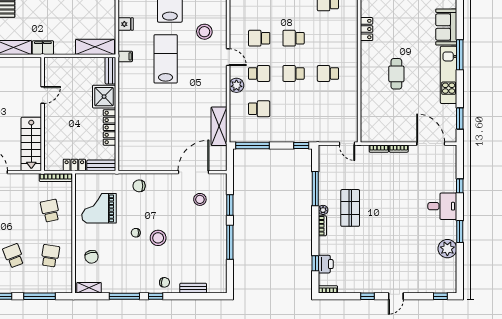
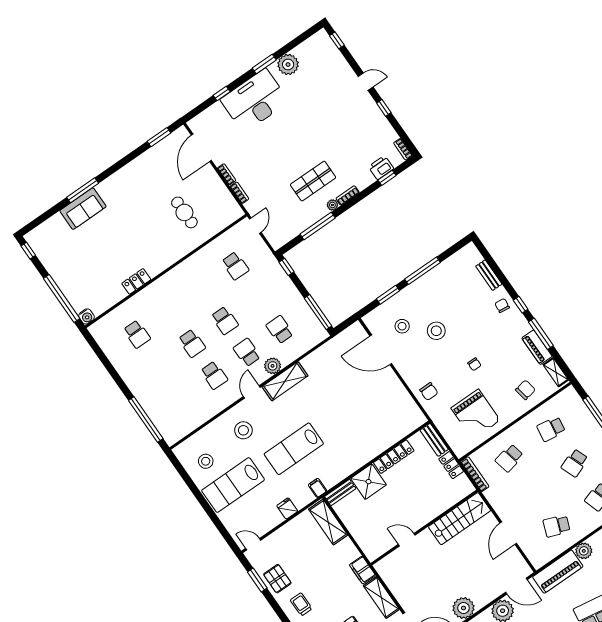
window: (460, 55) -> (83, 190), moved
school desk: (328, 73) -> (235, 266), moved
cafe table: (396, 74) -> (184, 212), moved, turned 90
kitchen unit: (449, 75) -> (126, 176), removed
shelving: (219, 126) -> (285, 381), moved
desk: (442, 206) -> (255, 101), width x1.87, depth x1.30
stool: (158, 238) -> (436, 331), moved
piano: (117, 287) -> (537, 347), added

